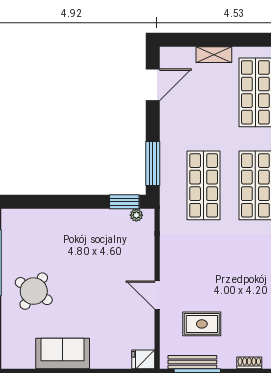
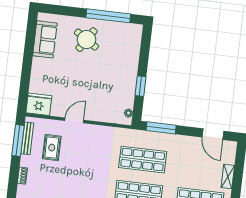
window: (124, 202) -> (141, 86), moved
sofa: (63, 353) -> (45, 39), moved
fridge: (143, 359) -> (39, 104), width x1.88, depth x1.34

